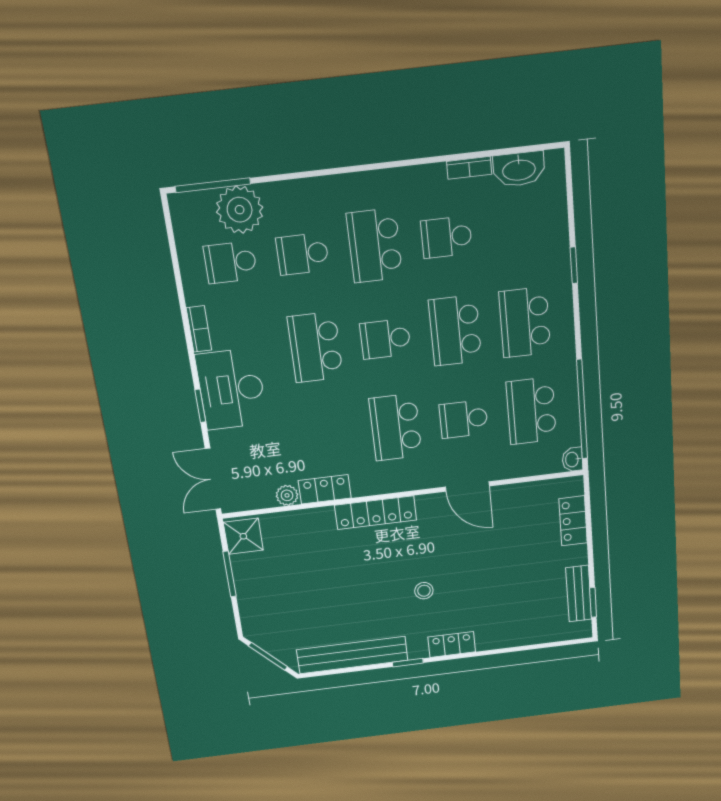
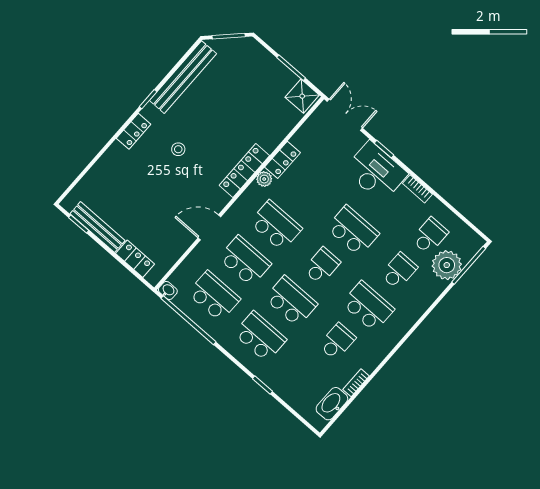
school desk: (464, 419) -> (245, 261), width x1.85
plant: (287, 495) -> (264, 179), moved
bench: (579, 594) -> (98, 227), width x1.36

